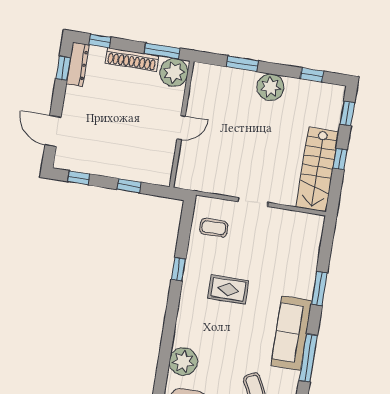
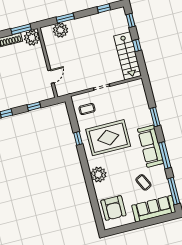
plant: (270, 87) -> (60, 30), moved
door: (181, 128) -> (51, 77), moved
rug: (228, 289) -> (108, 138), width x1.86, depth x2.06
plant: (183, 362) -> (98, 174), moved

